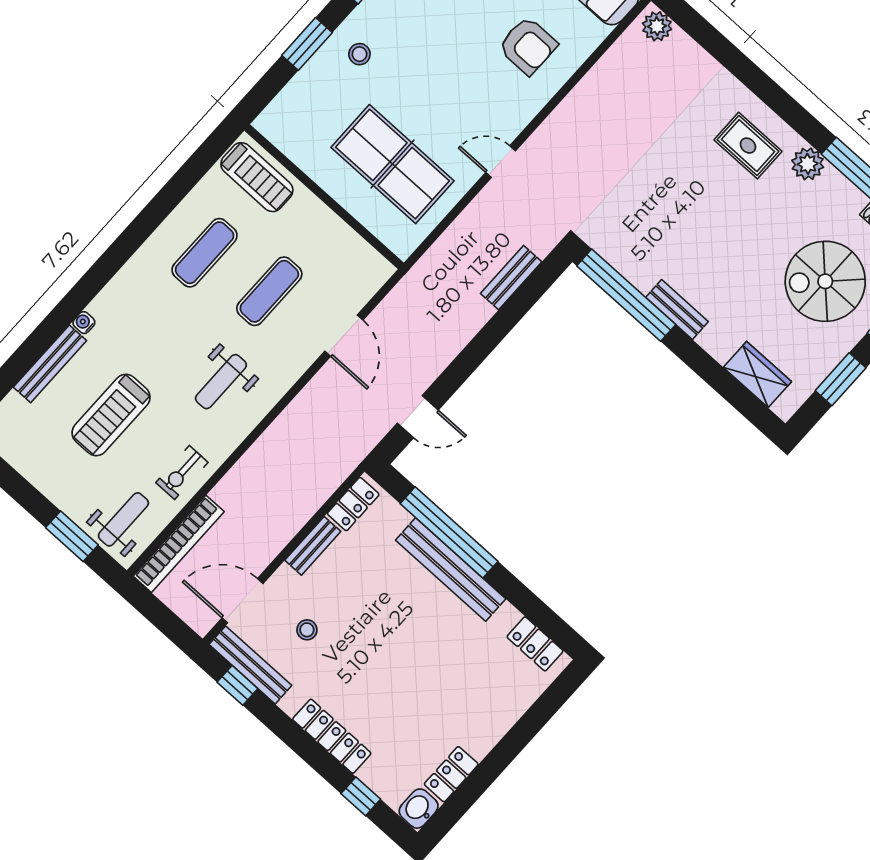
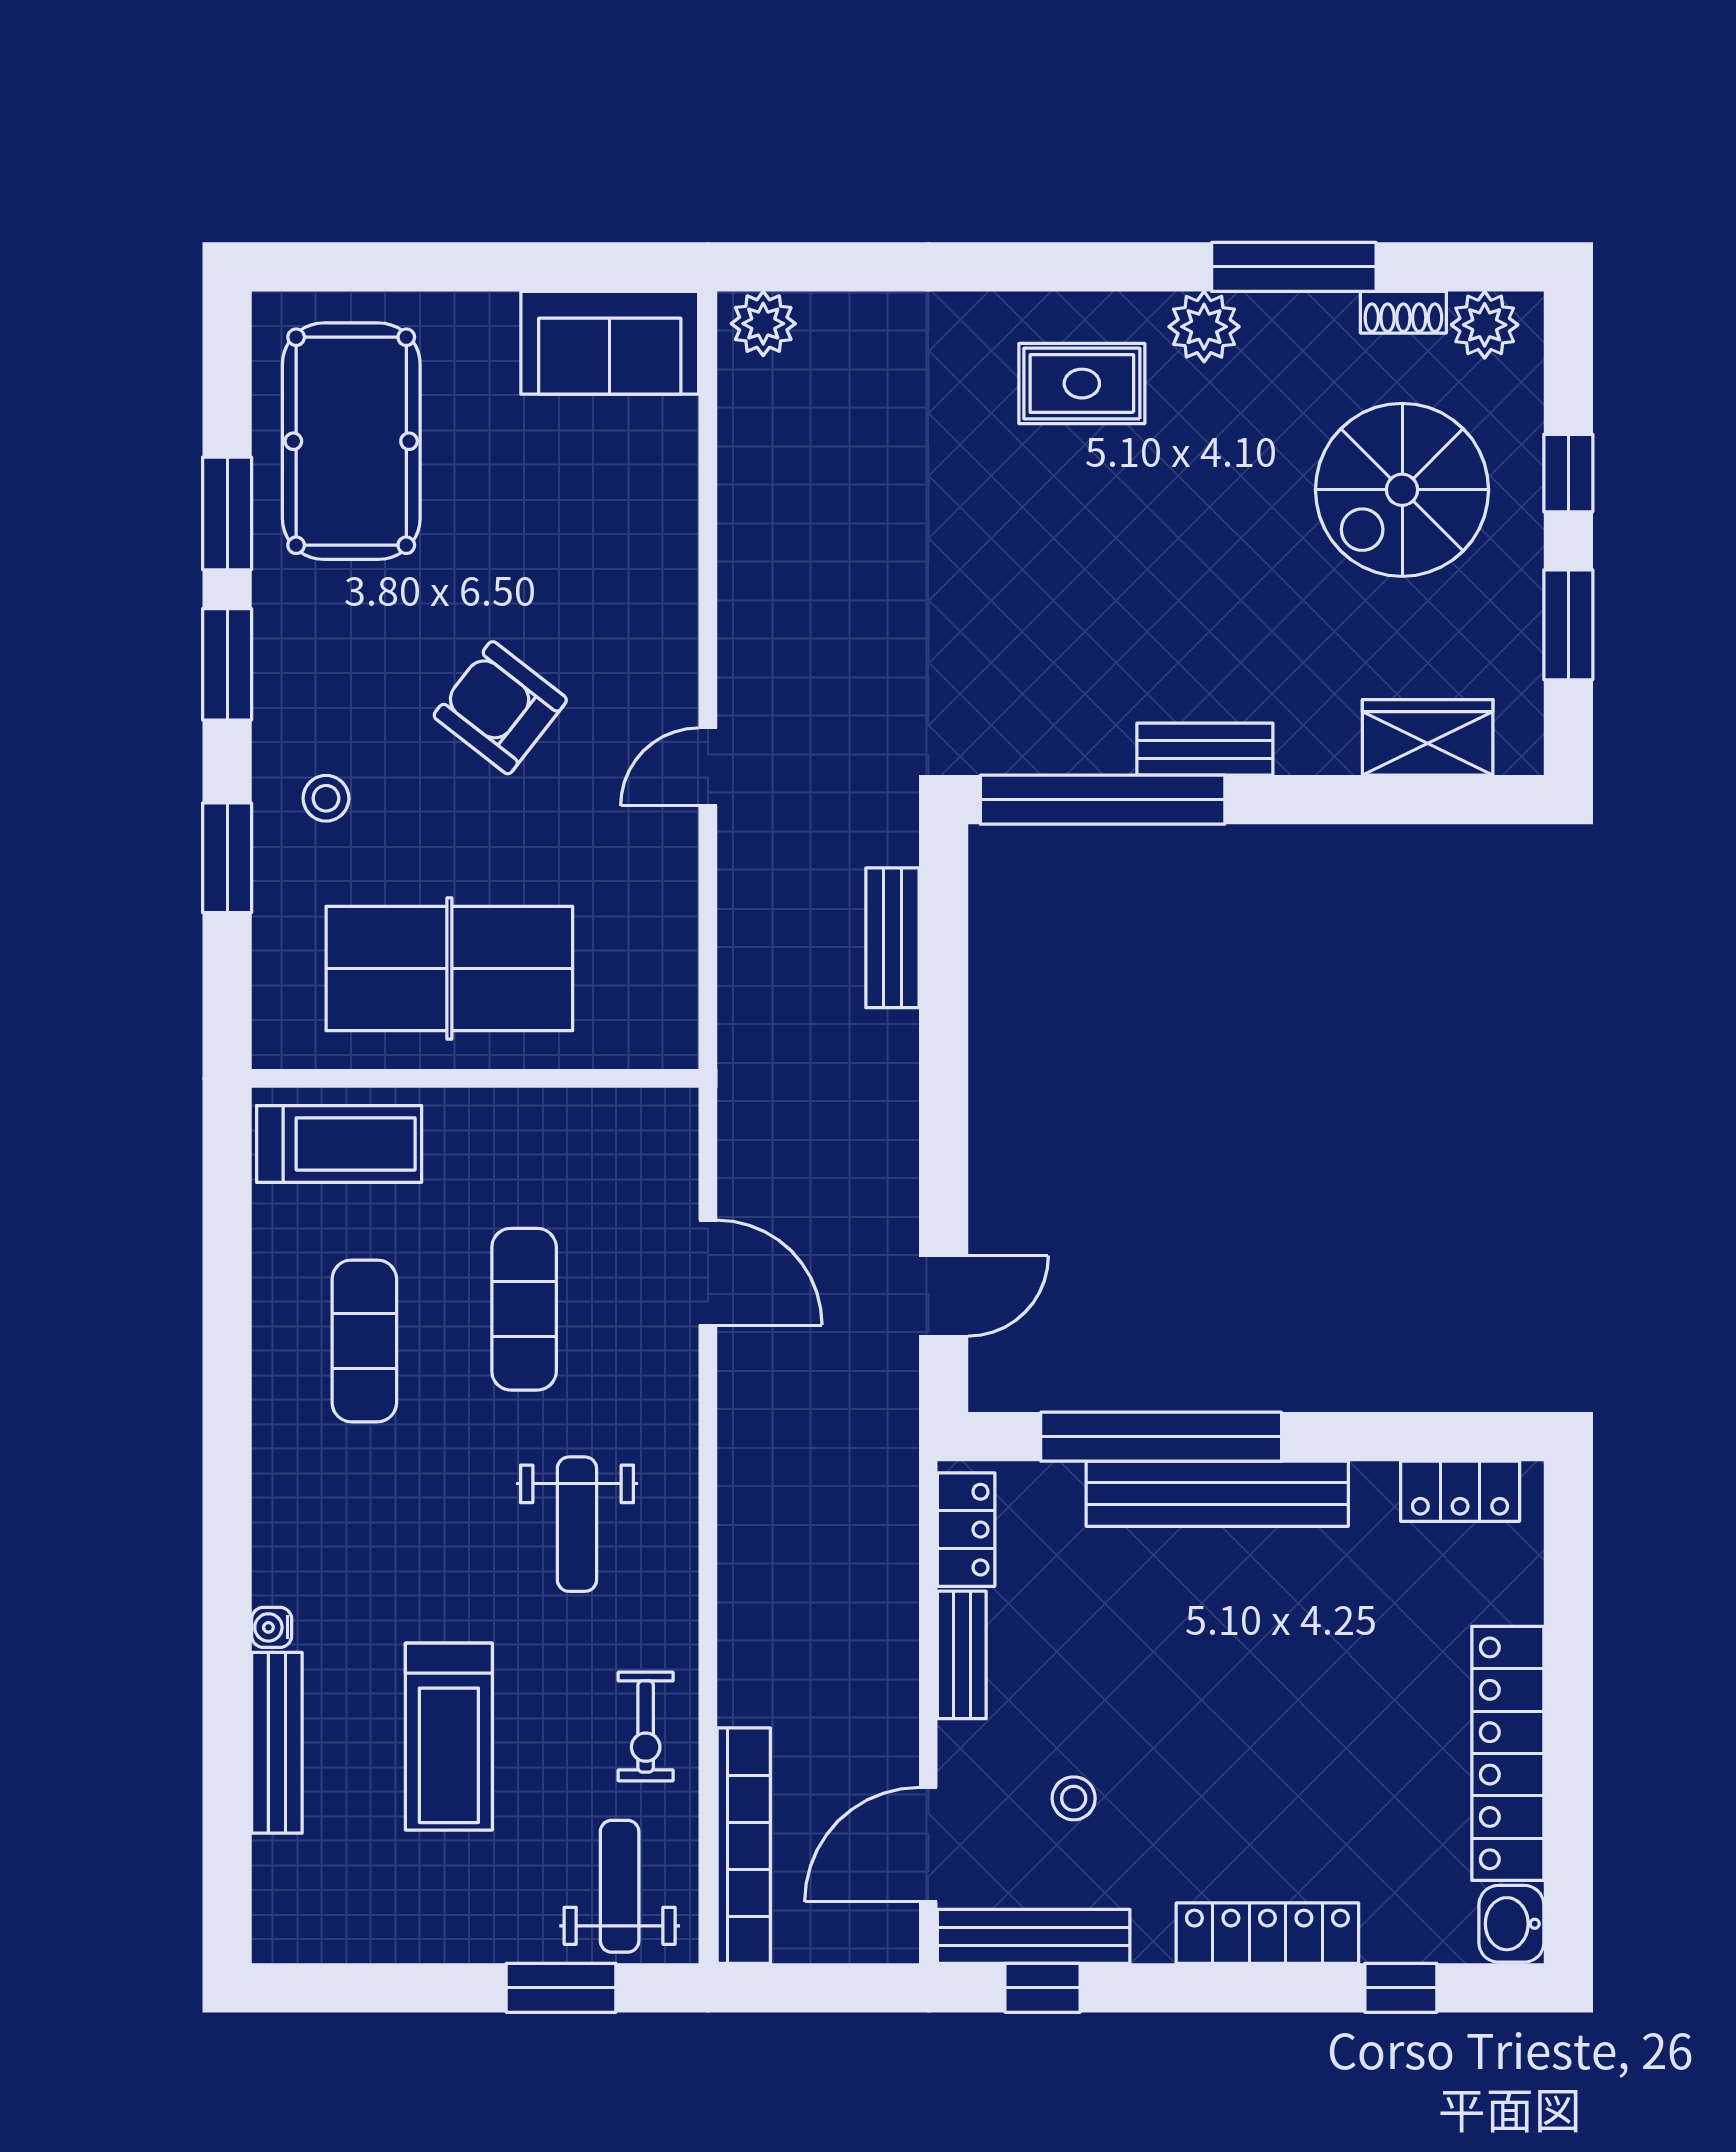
armchair: (528, 46) -> (500, 708), moved, turned -142
table tennis table: (392, 164) -> (449, 969), moved
locker: (451, 774) -> (1508, 1753), width x2.16, depth x1.21

